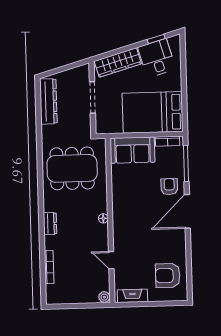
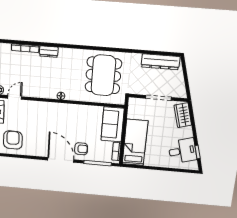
wardrobe: (118, 62) -> (183, 115), width x0.67
bed: (153, 112) -> (135, 142), width x0.67
dresser: (50, 224) -> (49, 52), moved
door: (111, 260) -> (15, 97), moved

